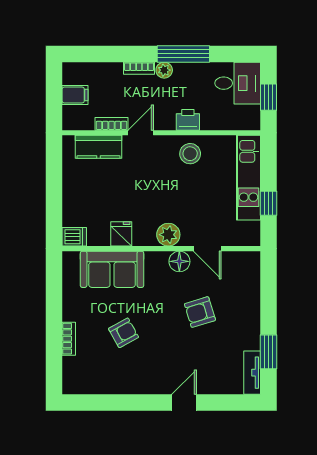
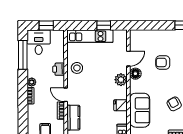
window: (183, 54) -> (23, 55), moved
armchair: (200, 312) -> (163, 62), turned 107

